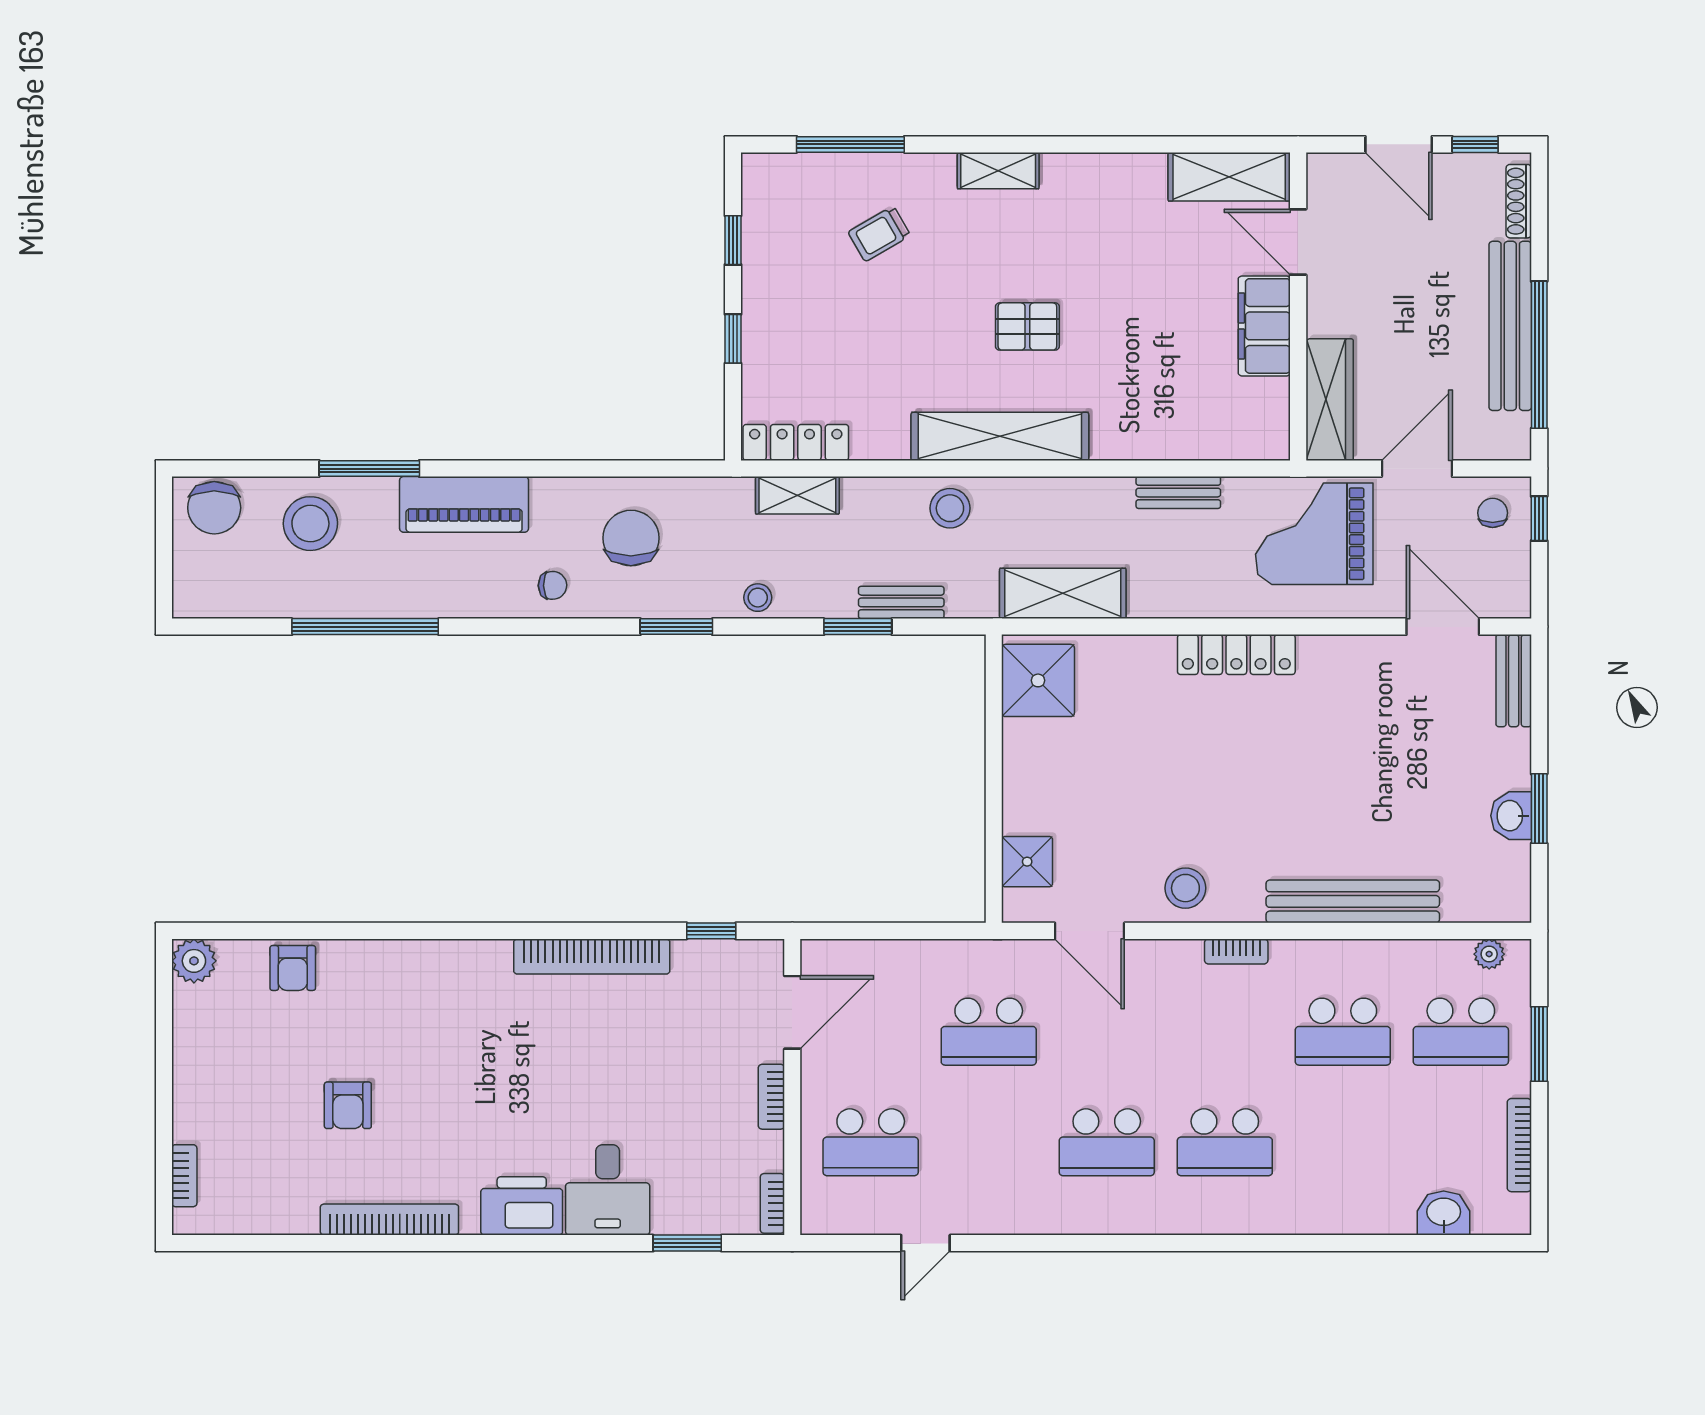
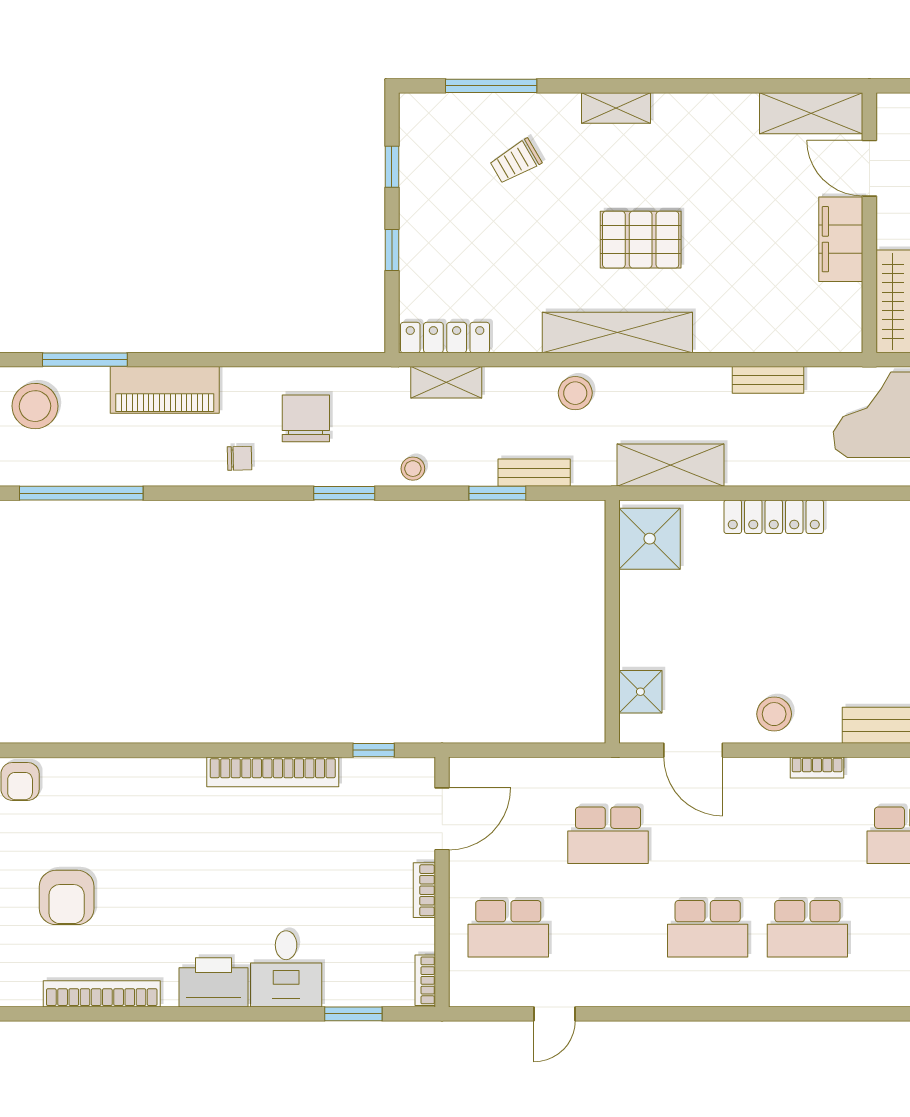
pallet: (1027, 326) -> (641, 240), width x1.50, depth x1.42
locker: (1236, 655) -> (774, 517), moved
armchair: (348, 1105) -> (67, 897), width x1.38, depth x1.38

